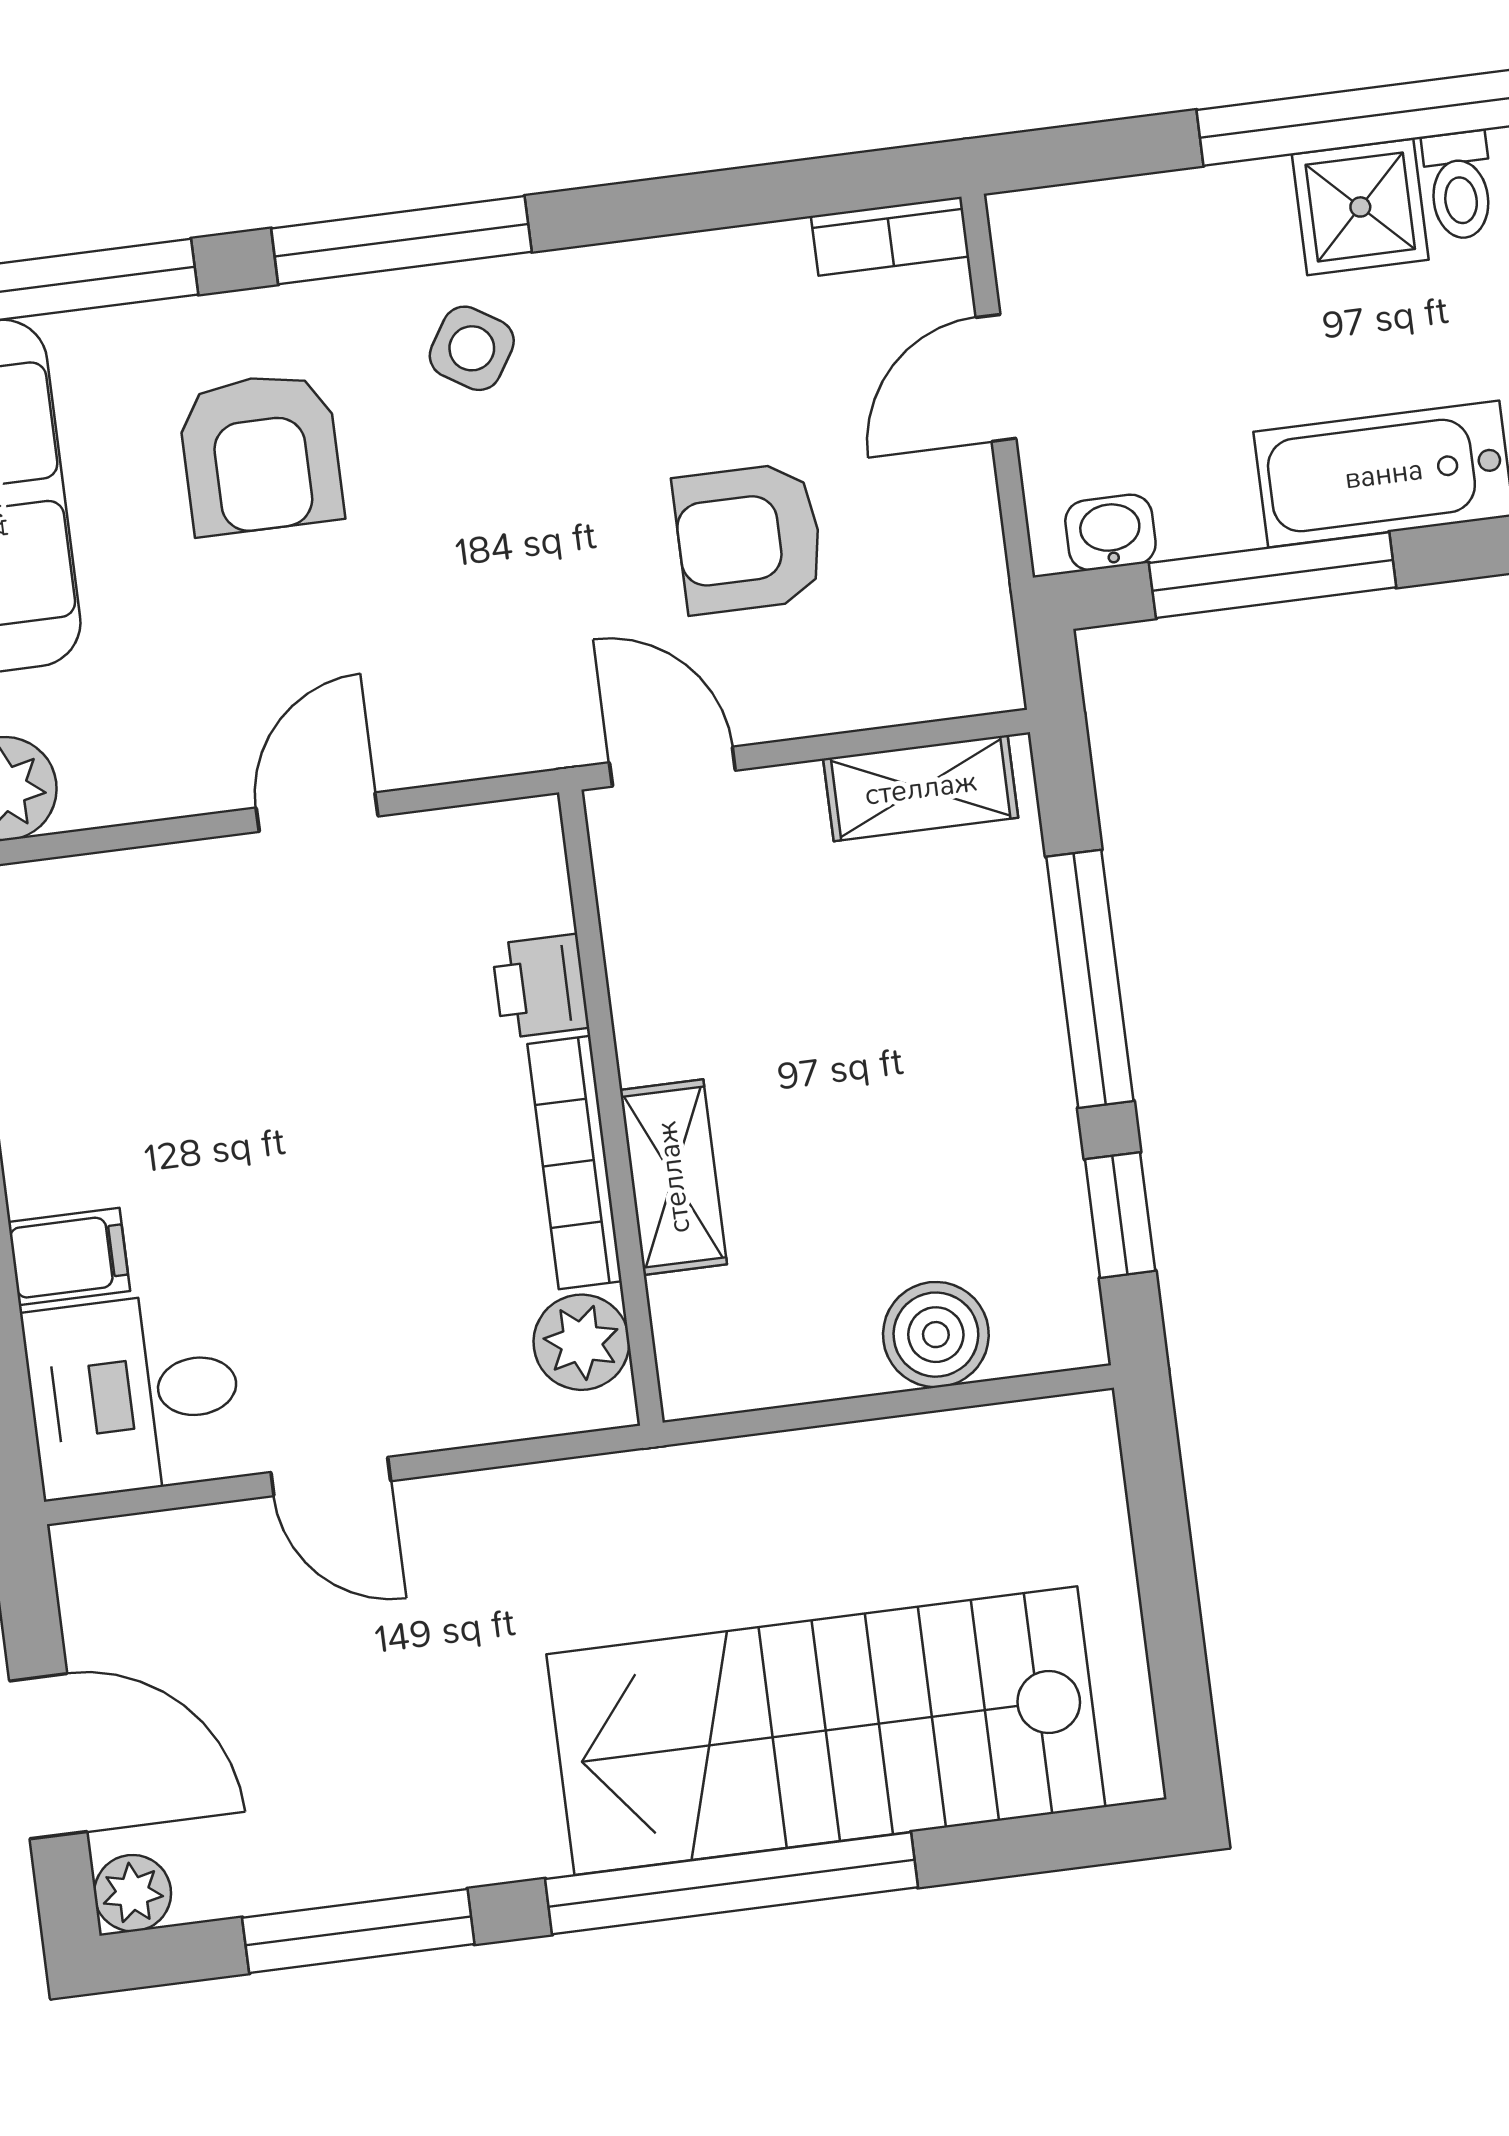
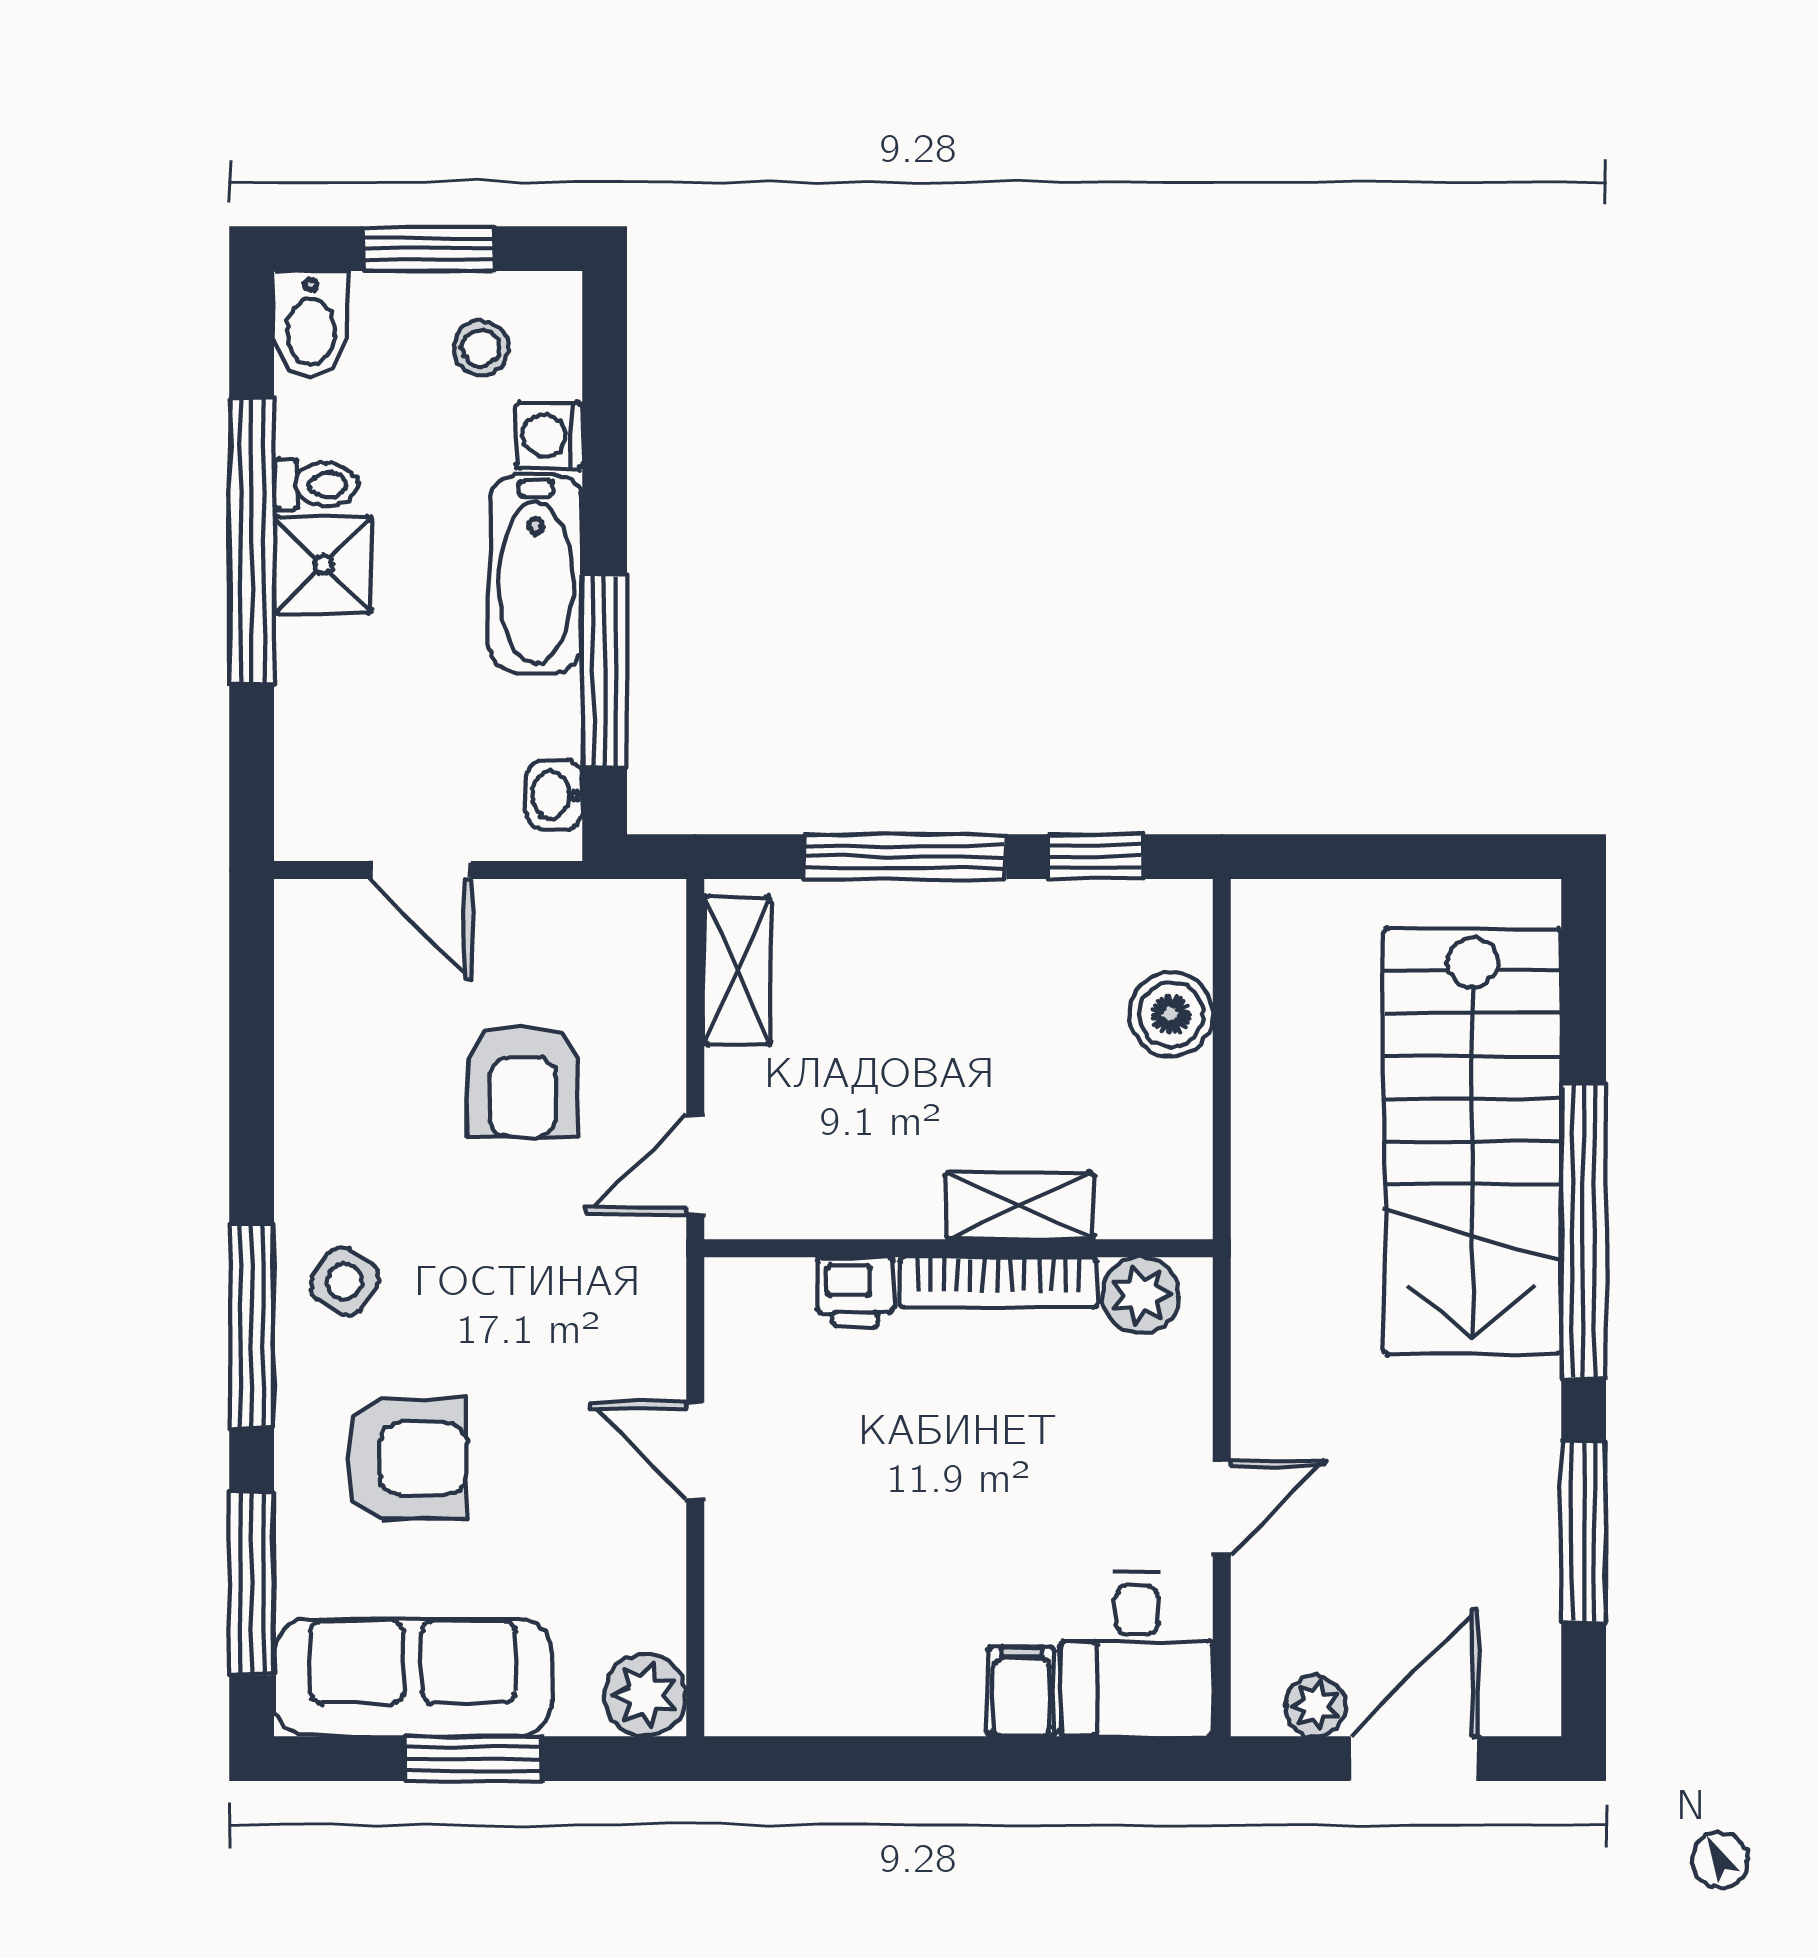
bookcase: (890, 236) -> (298, 939), removed
plant: (133, 1893) -> (1315, 1706), moved

